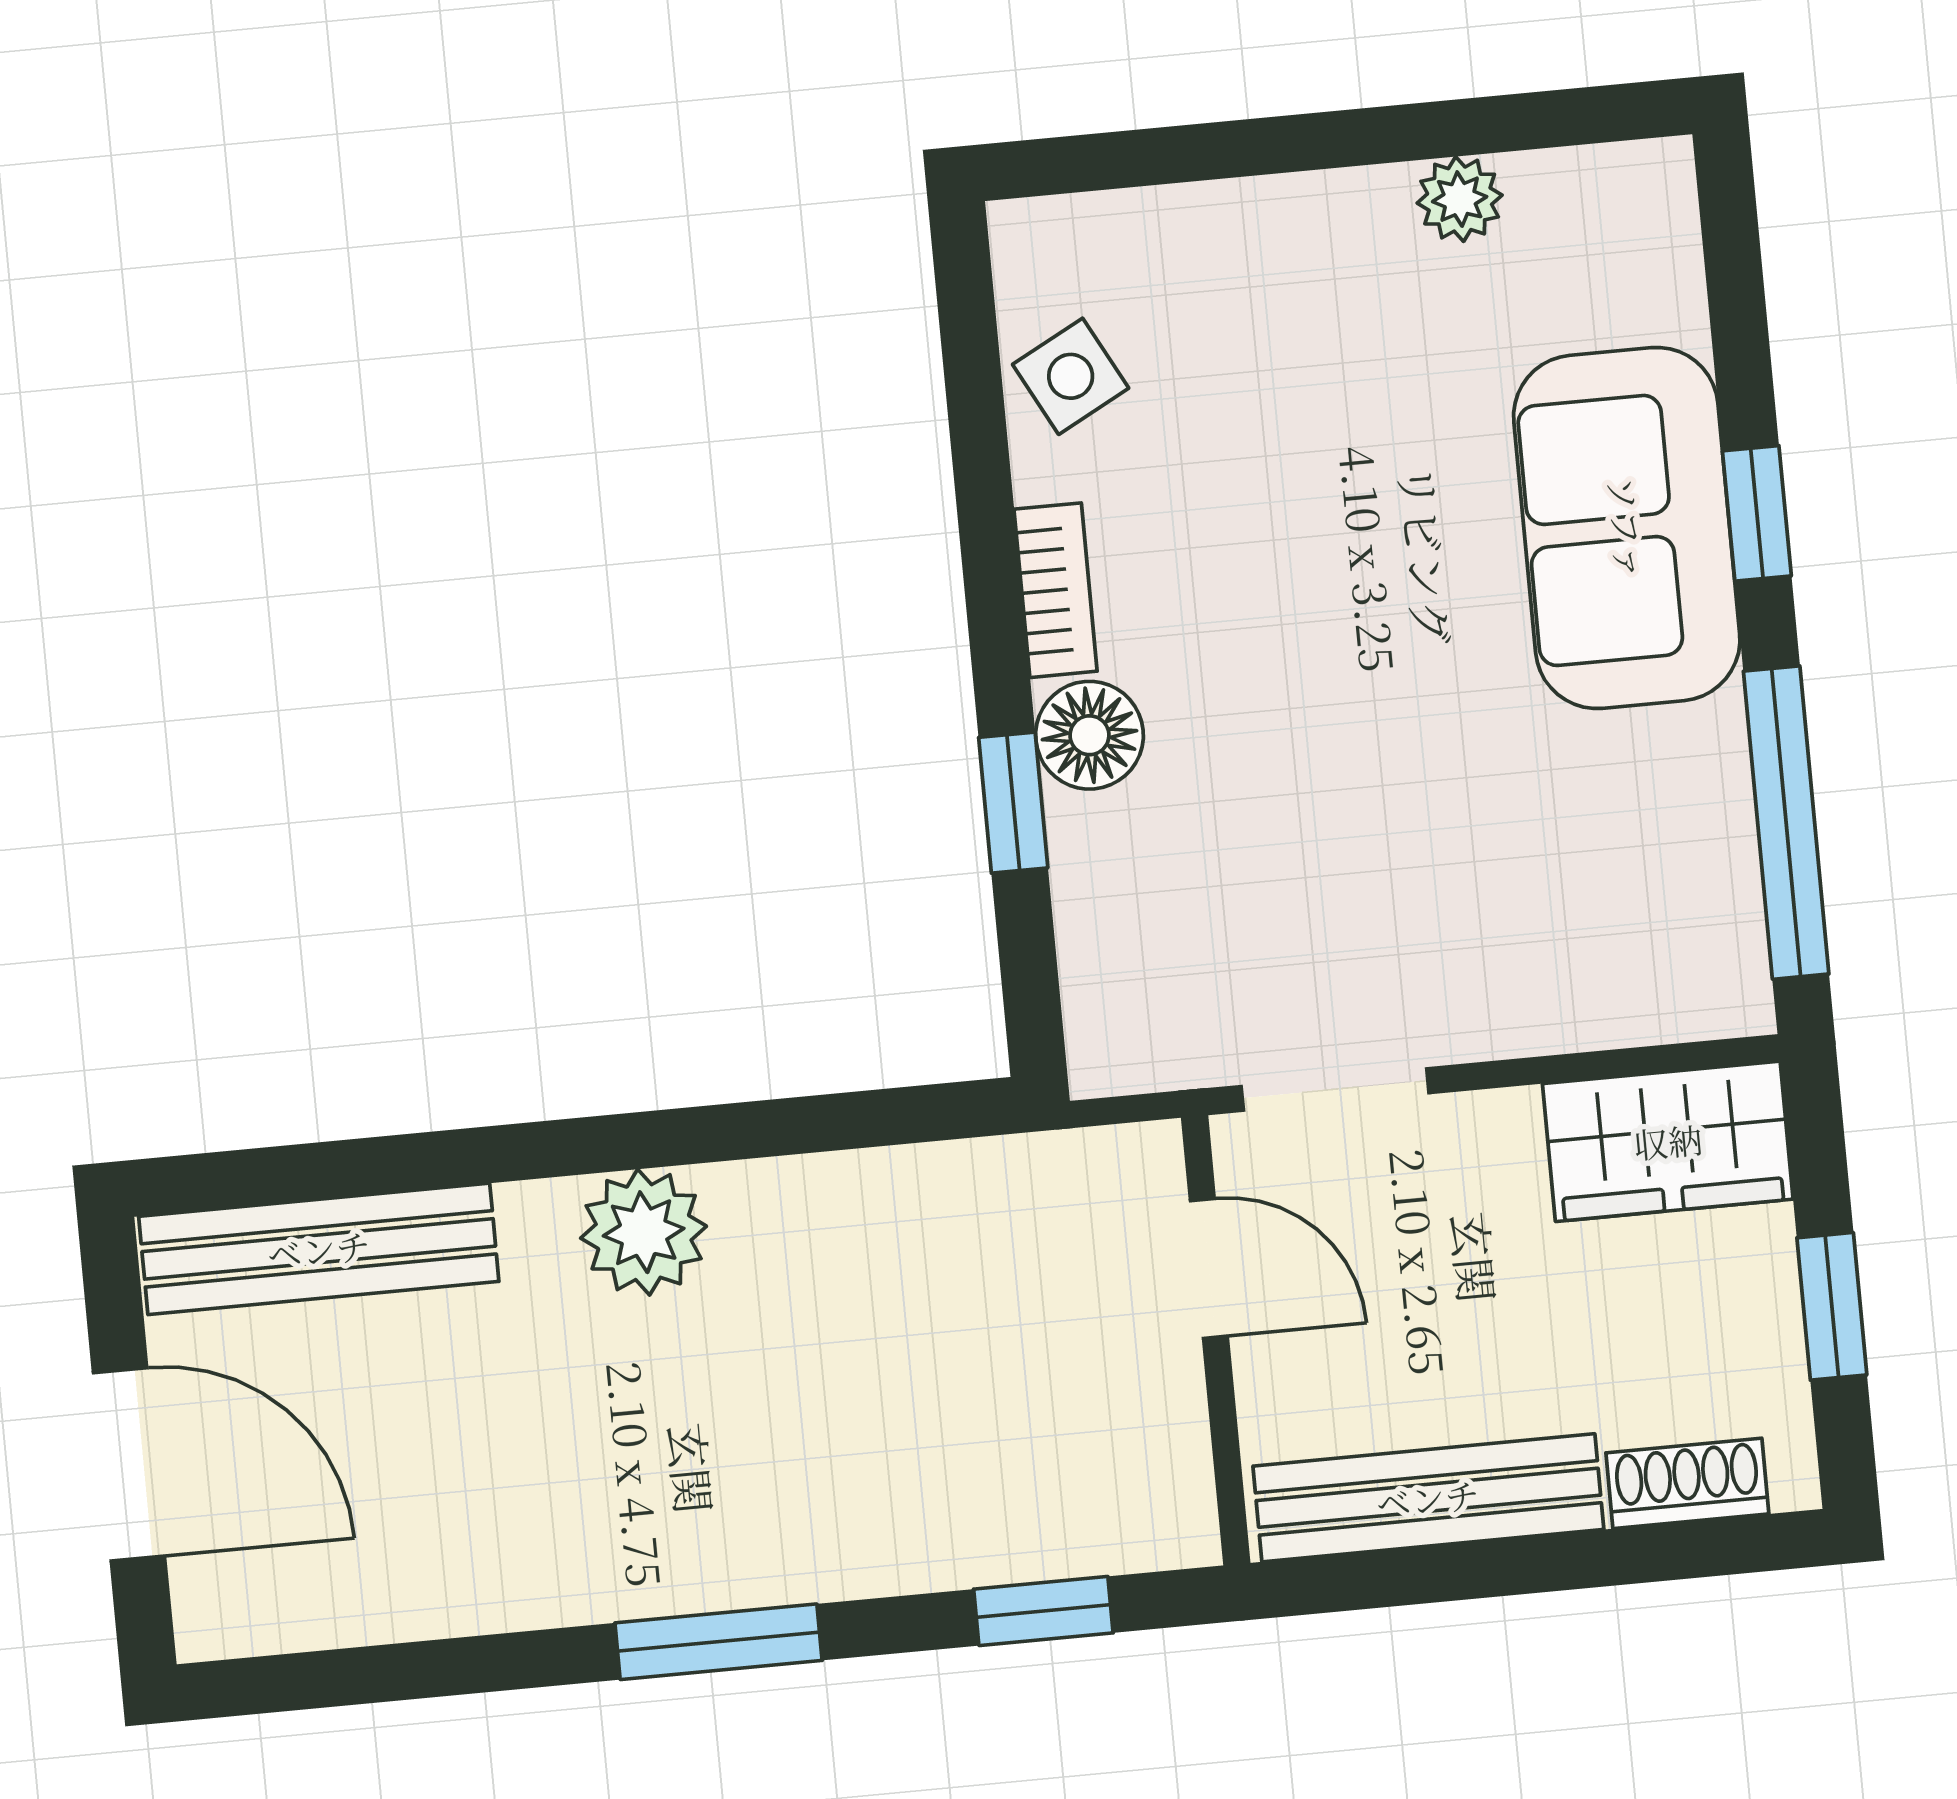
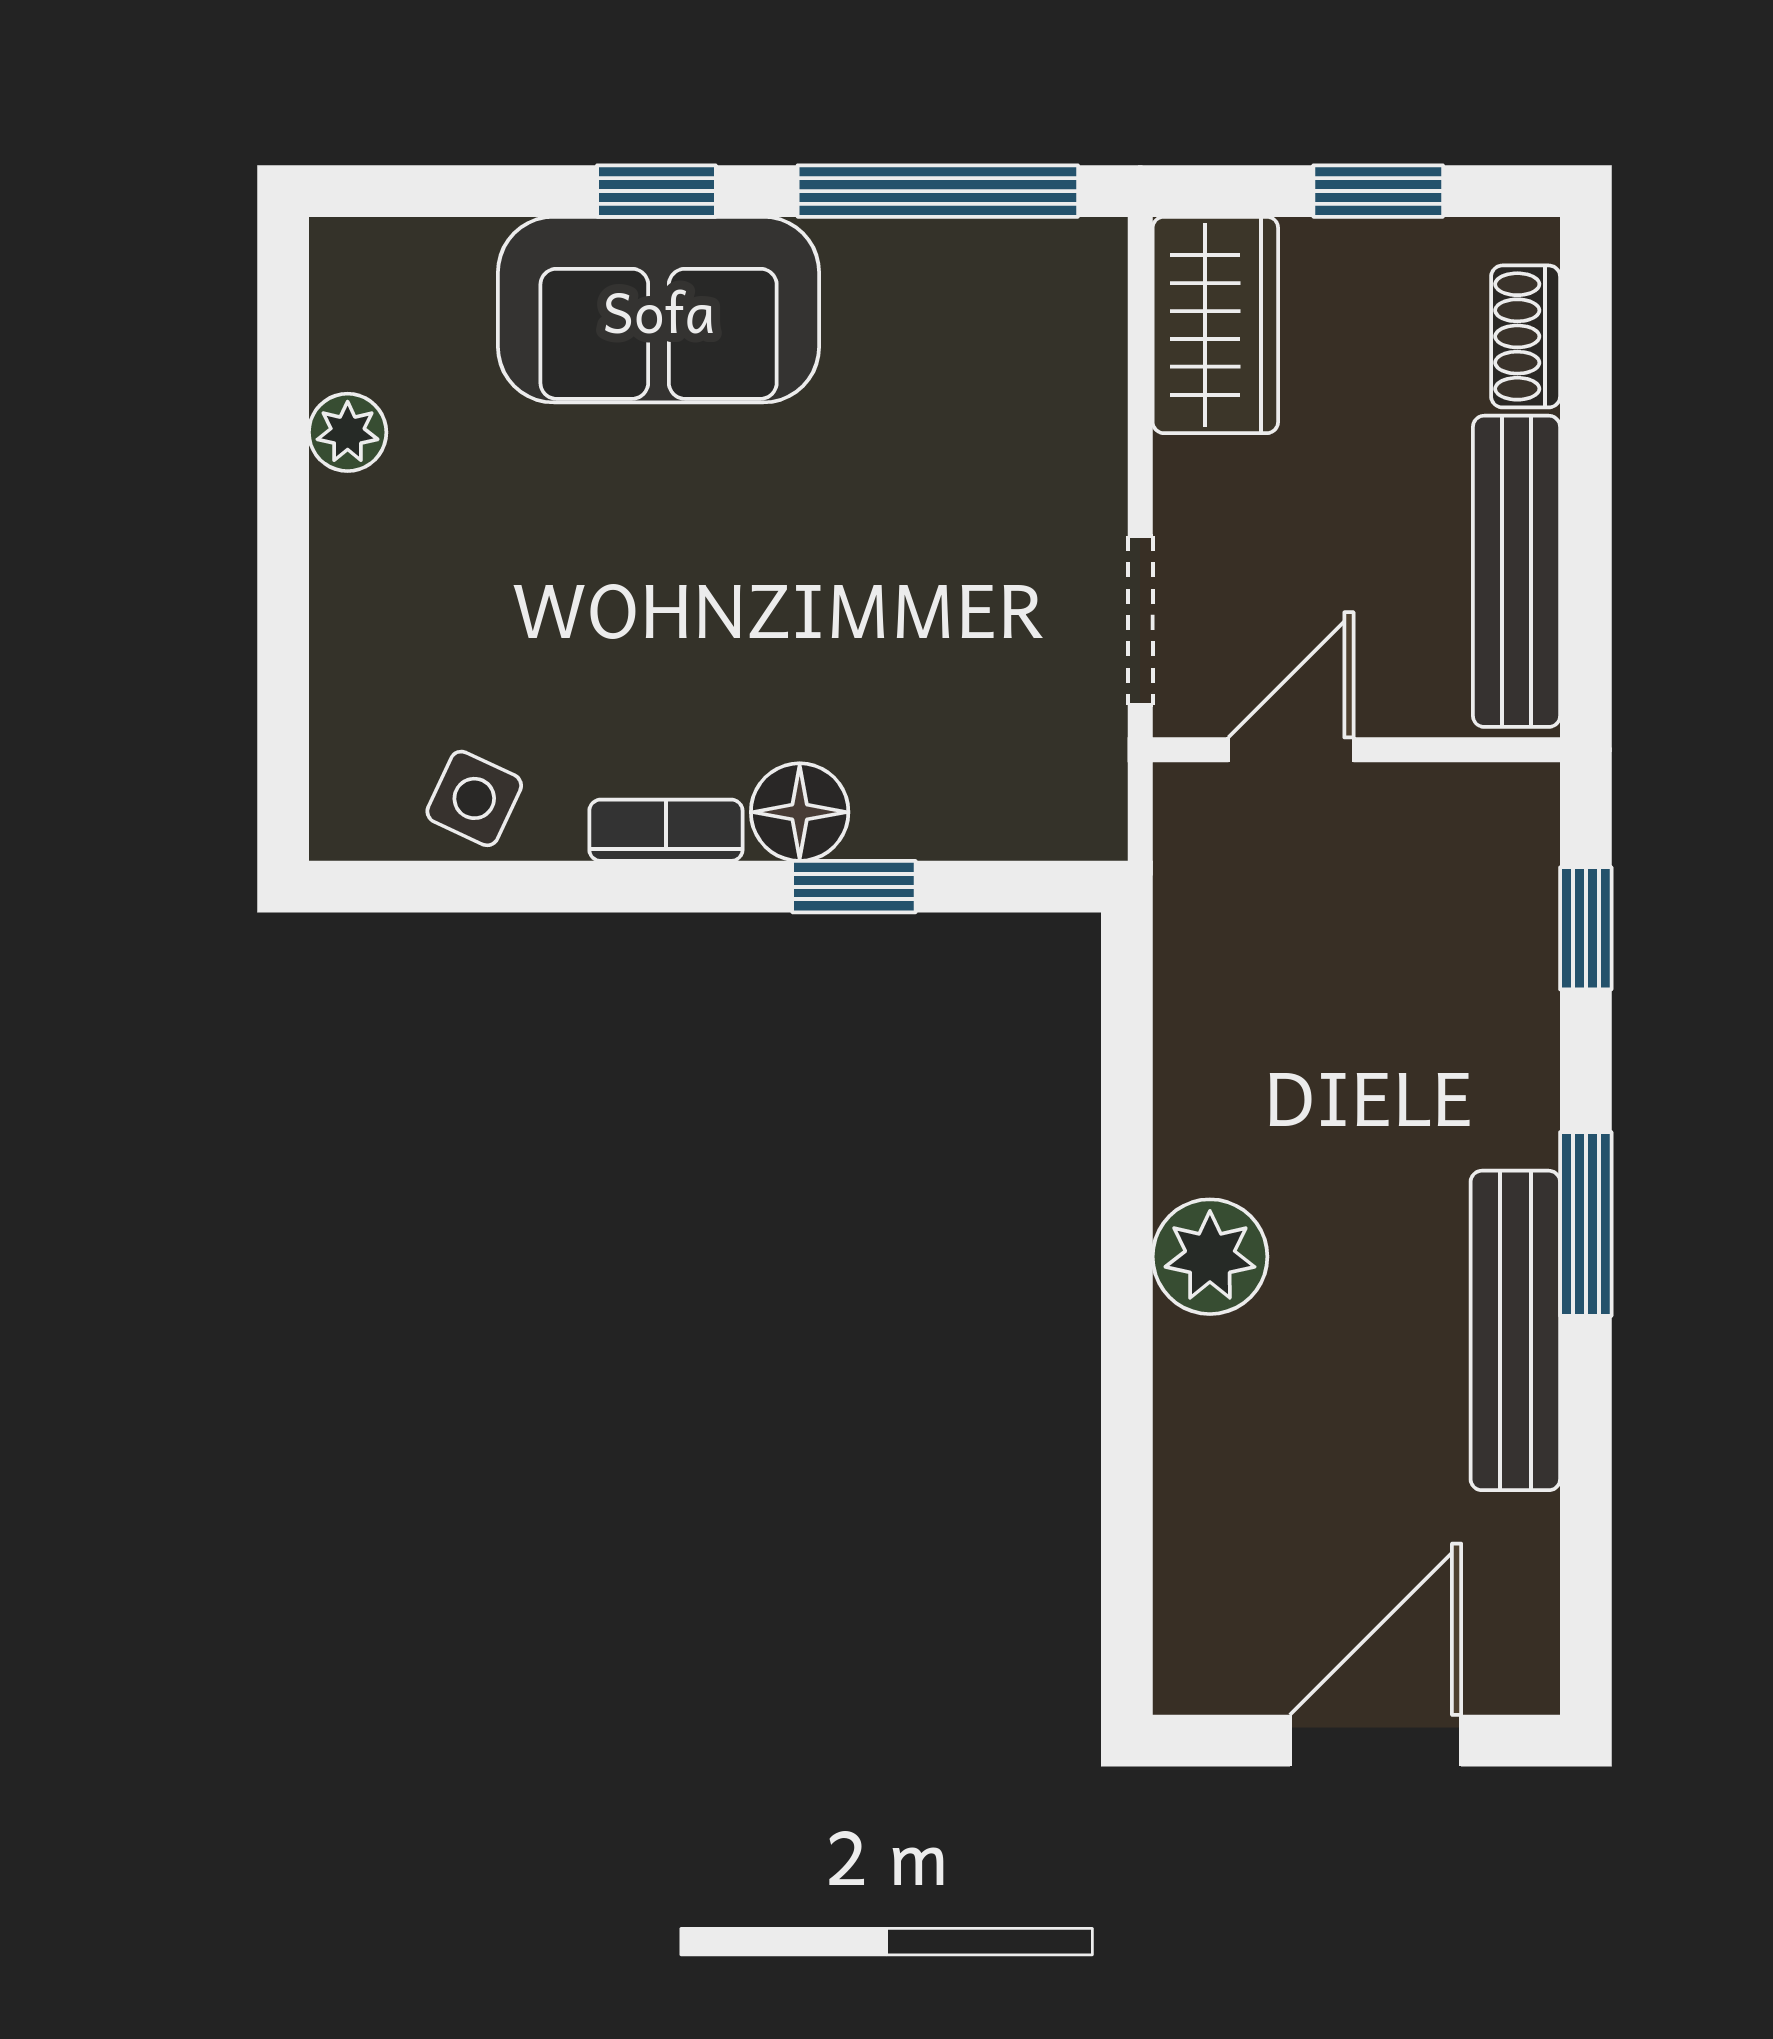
side table: (1071, 376) -> (474, 798), turned -37
bench: (319, 1249) -> (1515, 1330), moved

